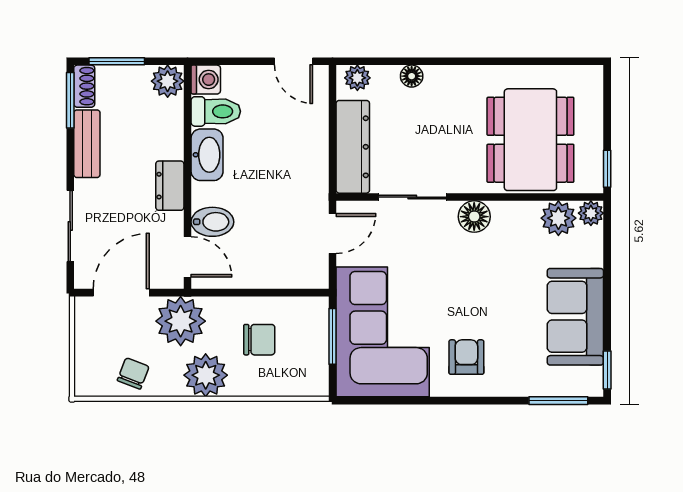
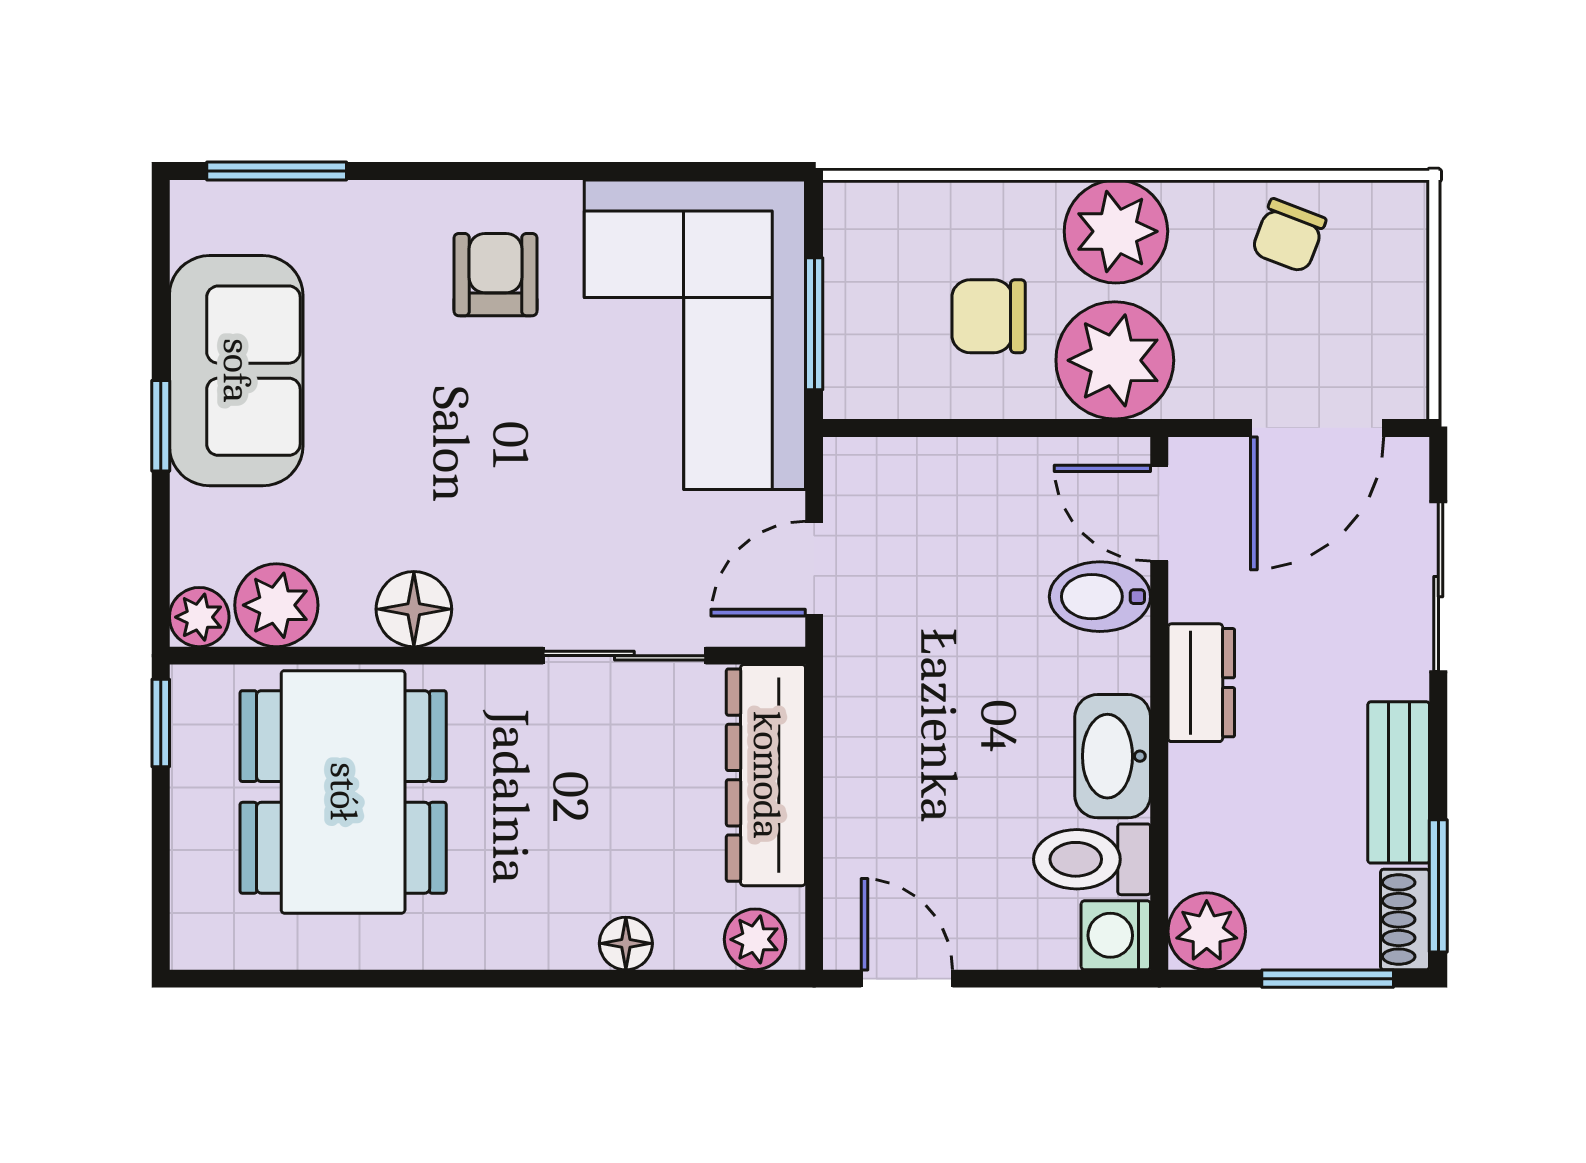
floor lamp: (474, 217) -> (414, 609), moved
plant: (181, 321) -> (1115, 360), moved
armchair: (466, 357) -> (496, 275), turned 180
window: (607, 370) -> (161, 426), moved

